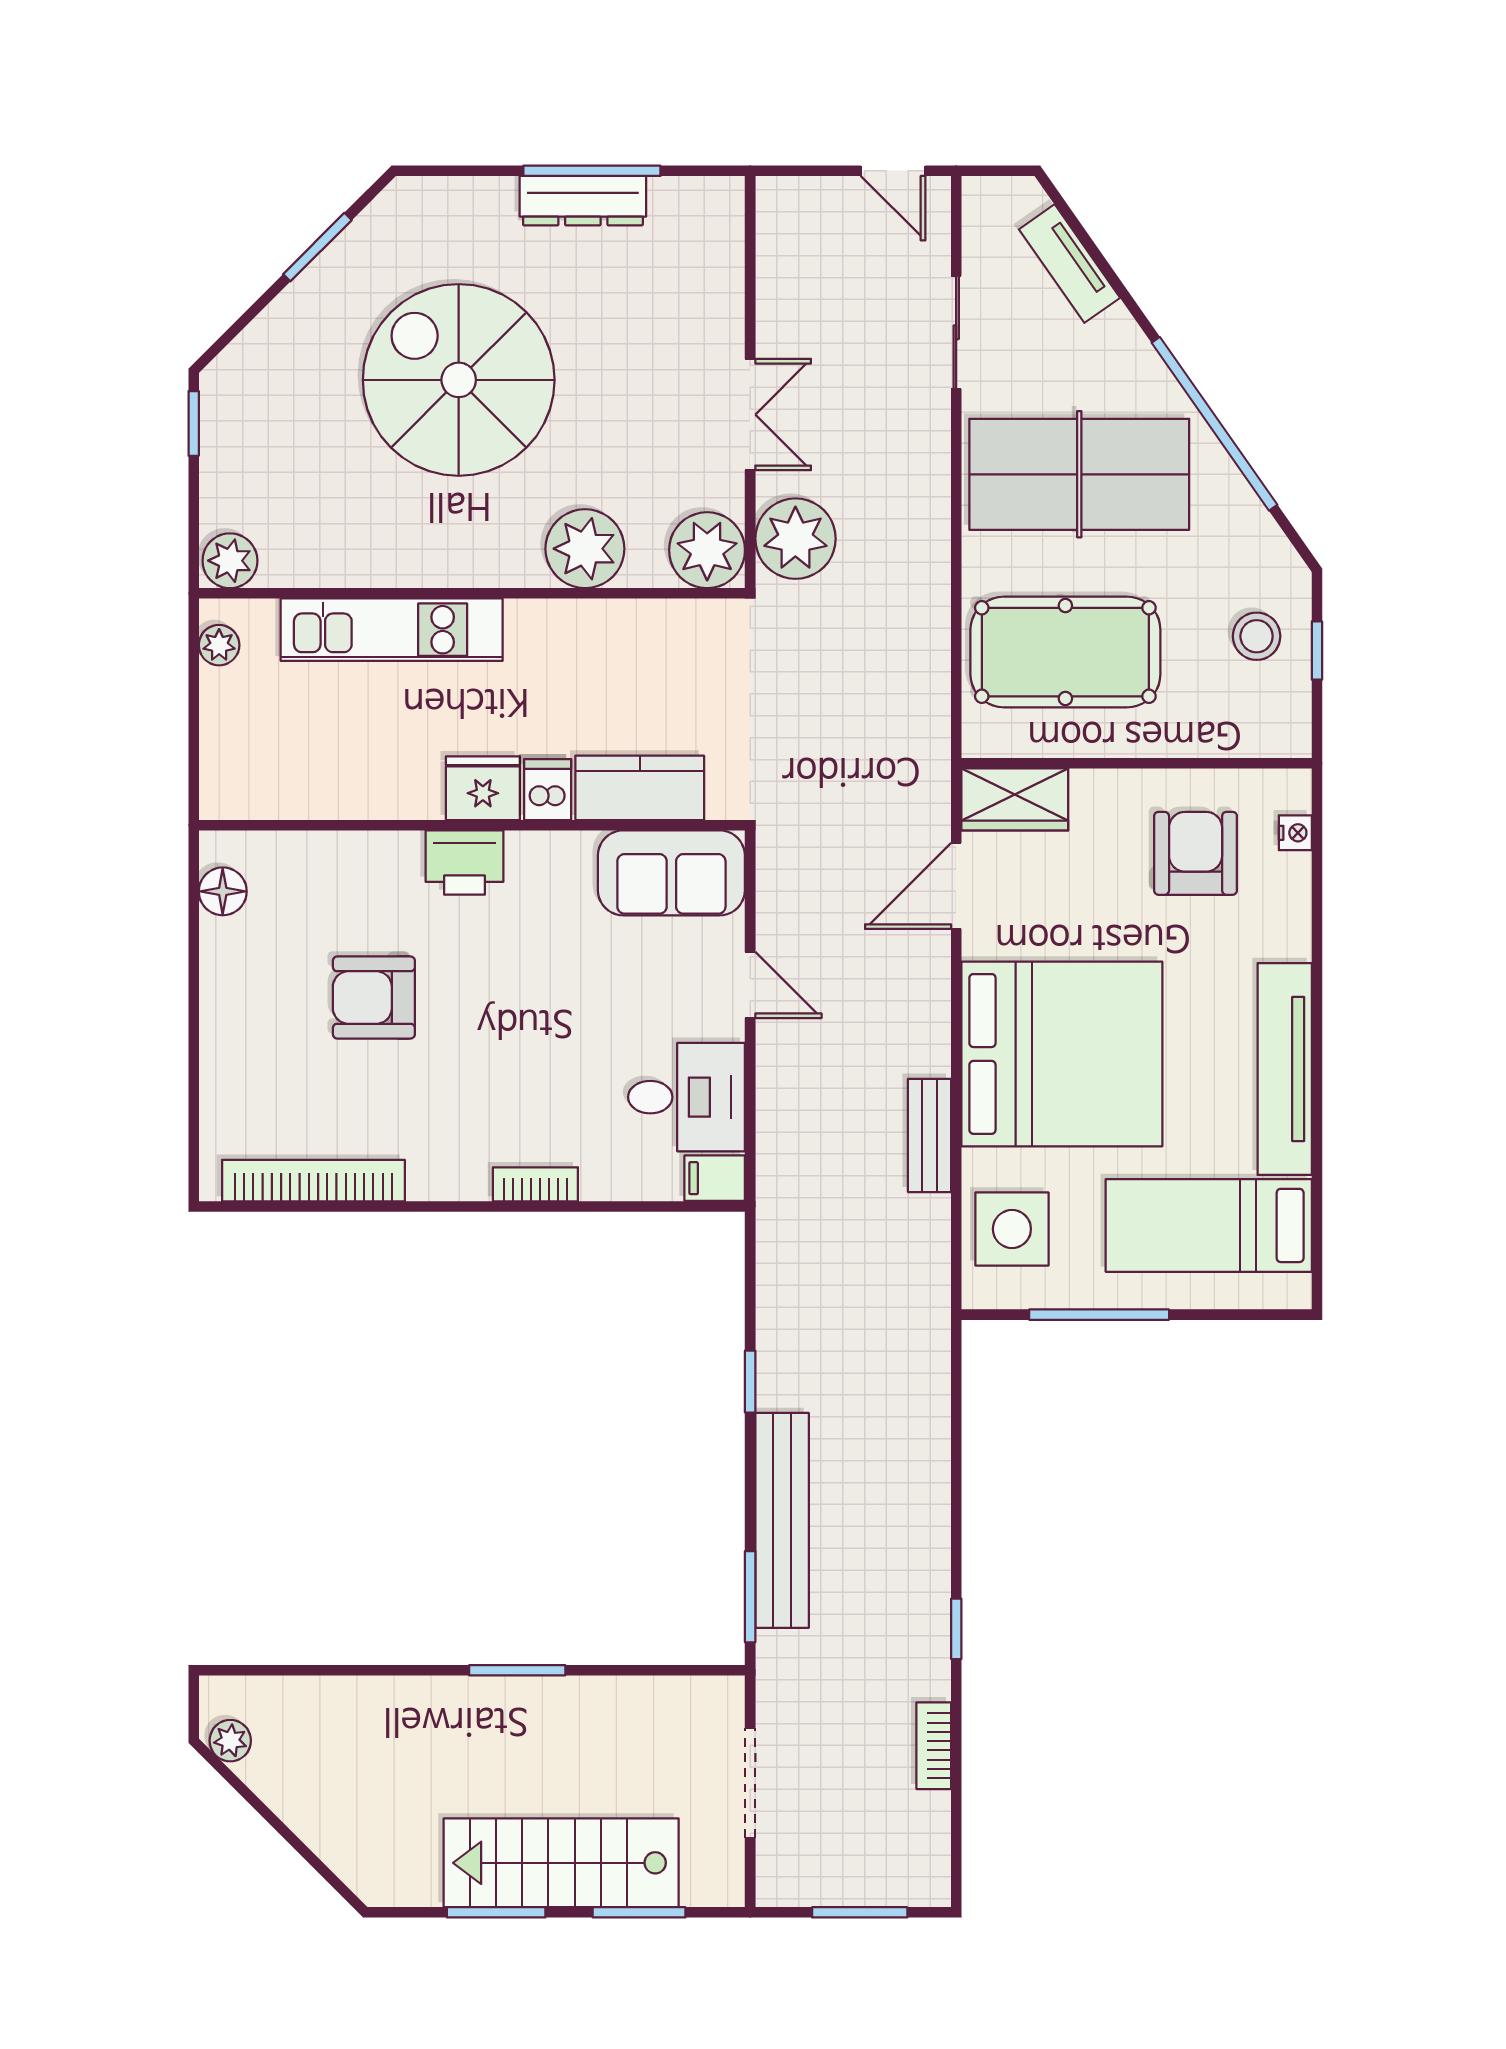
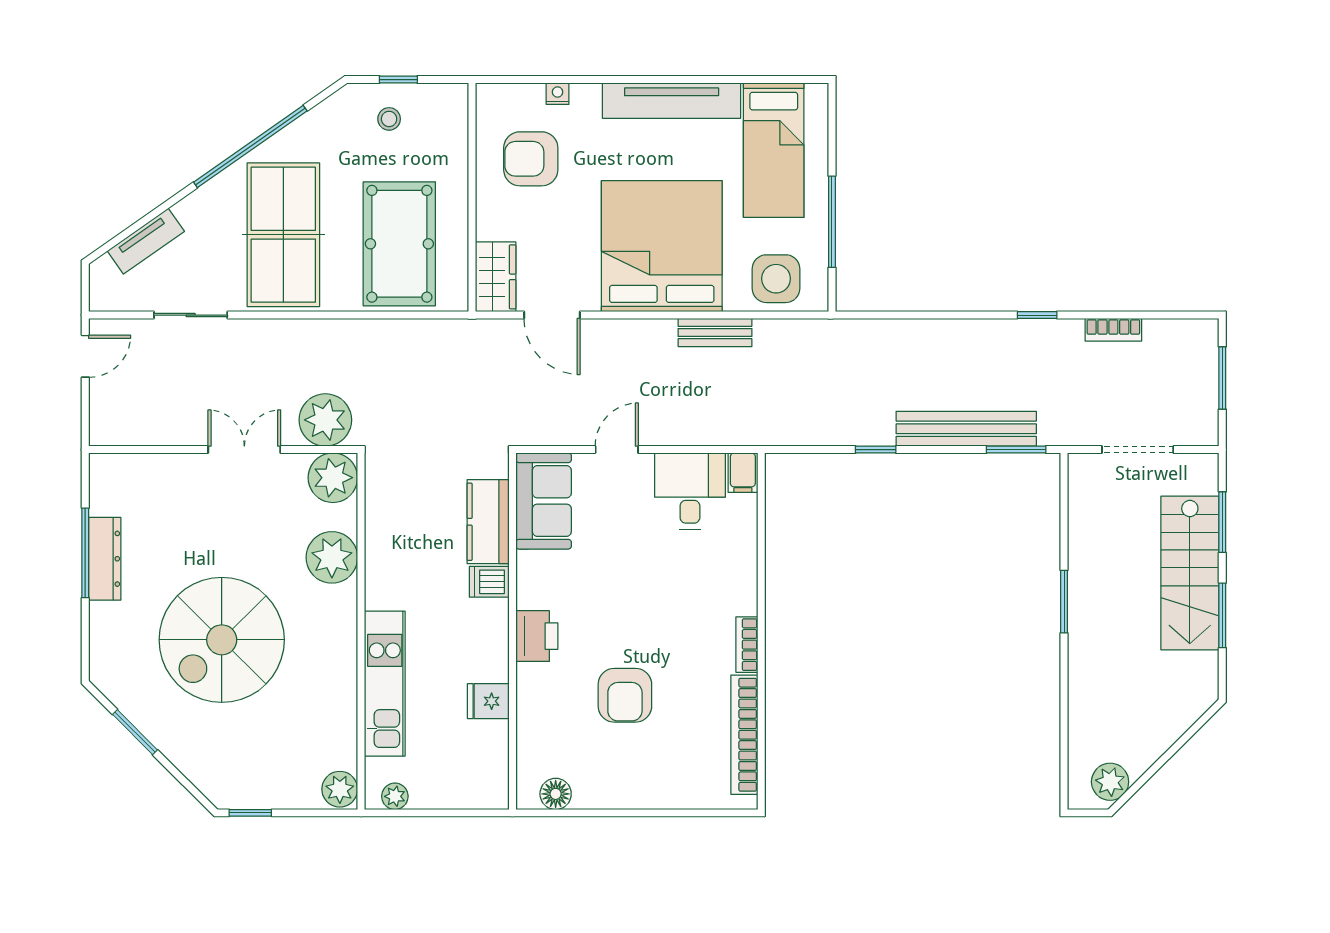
stool: (1257, 636) -> (389, 119), width x0.73, depth x0.73
fridge: (483, 788) -> (488, 701), moved, width x0.72
nightstand: (1295, 833) -> (558, 94), moved
bookcase: (535, 1184) -> (747, 645), moved
plant: (230, 1741) -> (1110, 782), width x1.38, depth x1.38

